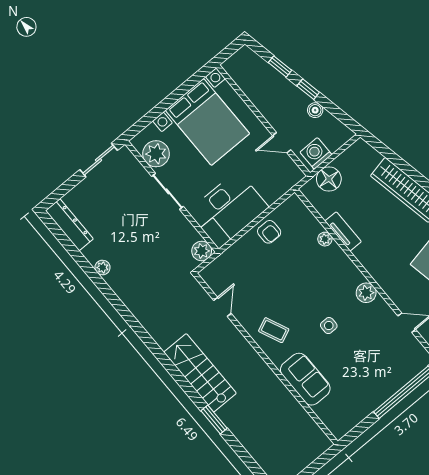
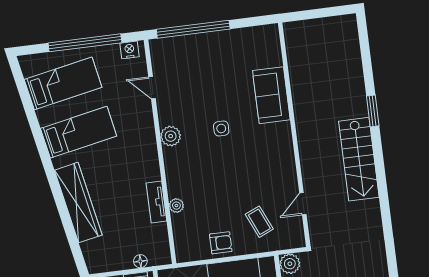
floor lamp: (329, 179) -> (140, 261), width x0.53, depth x0.53
armchair: (269, 232) -> (221, 243), turned 90
coffee table: (274, 330) -> (259, 222), moved

